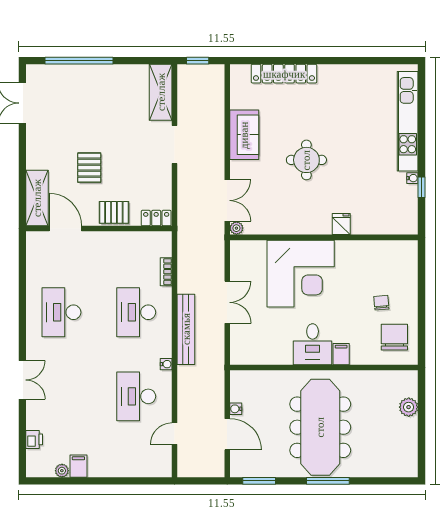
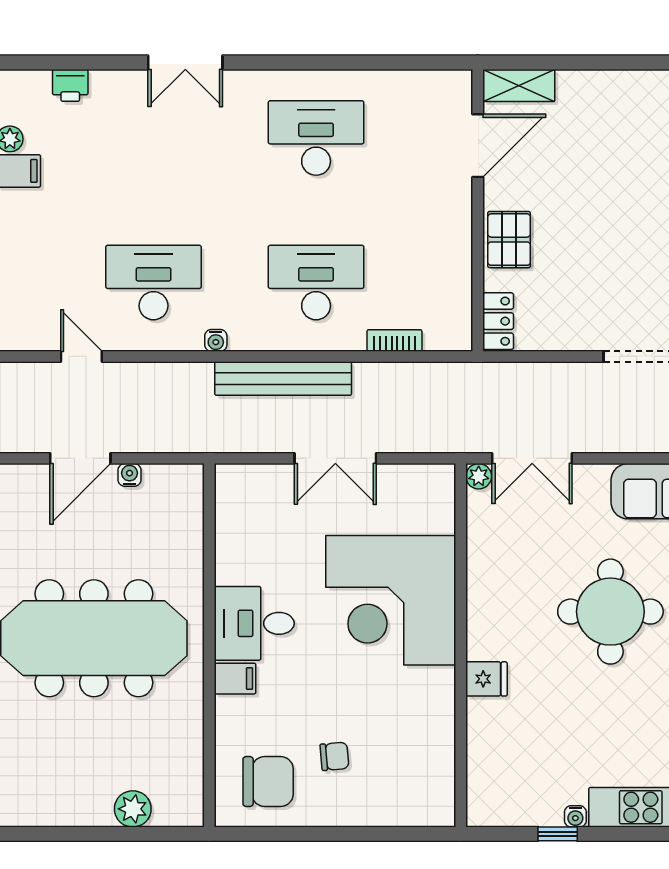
round table: (306, 160) -> (610, 612), width x1.36, depth x1.36
pallet: (89, 168) -> (596, 192), removed
shelving: (37, 198) -> (519, 85), width x0.67, depth x0.75

